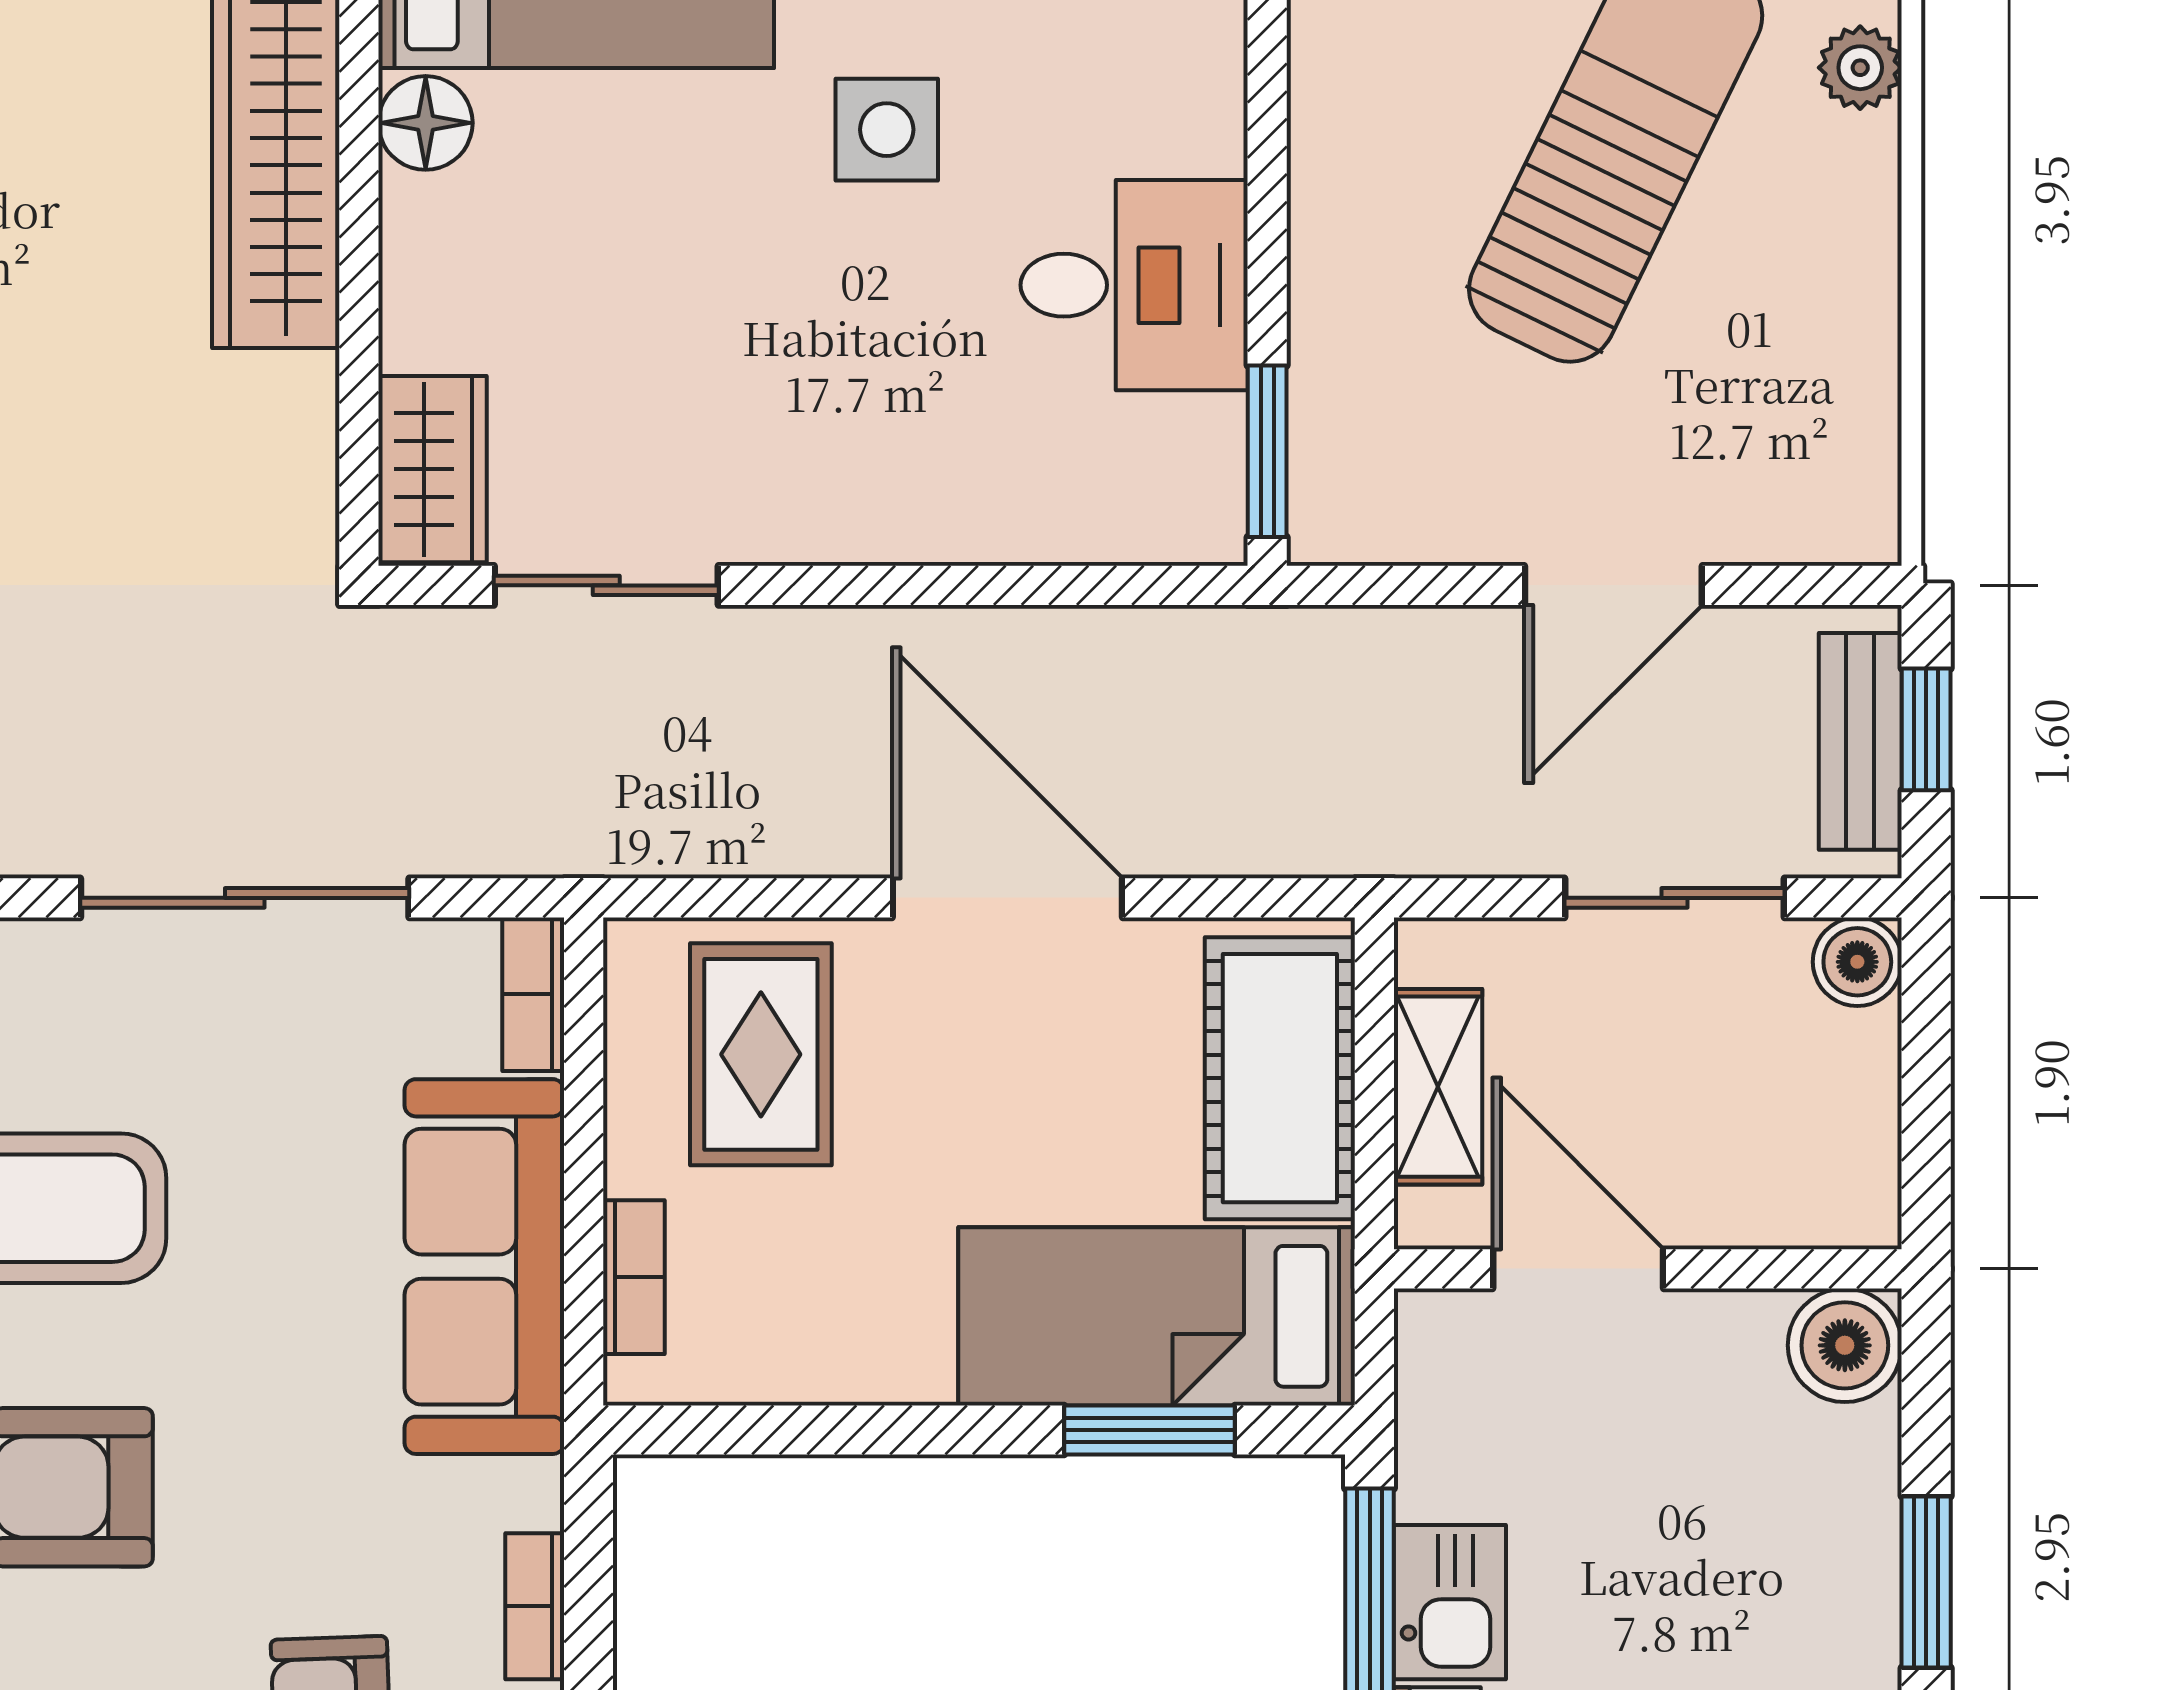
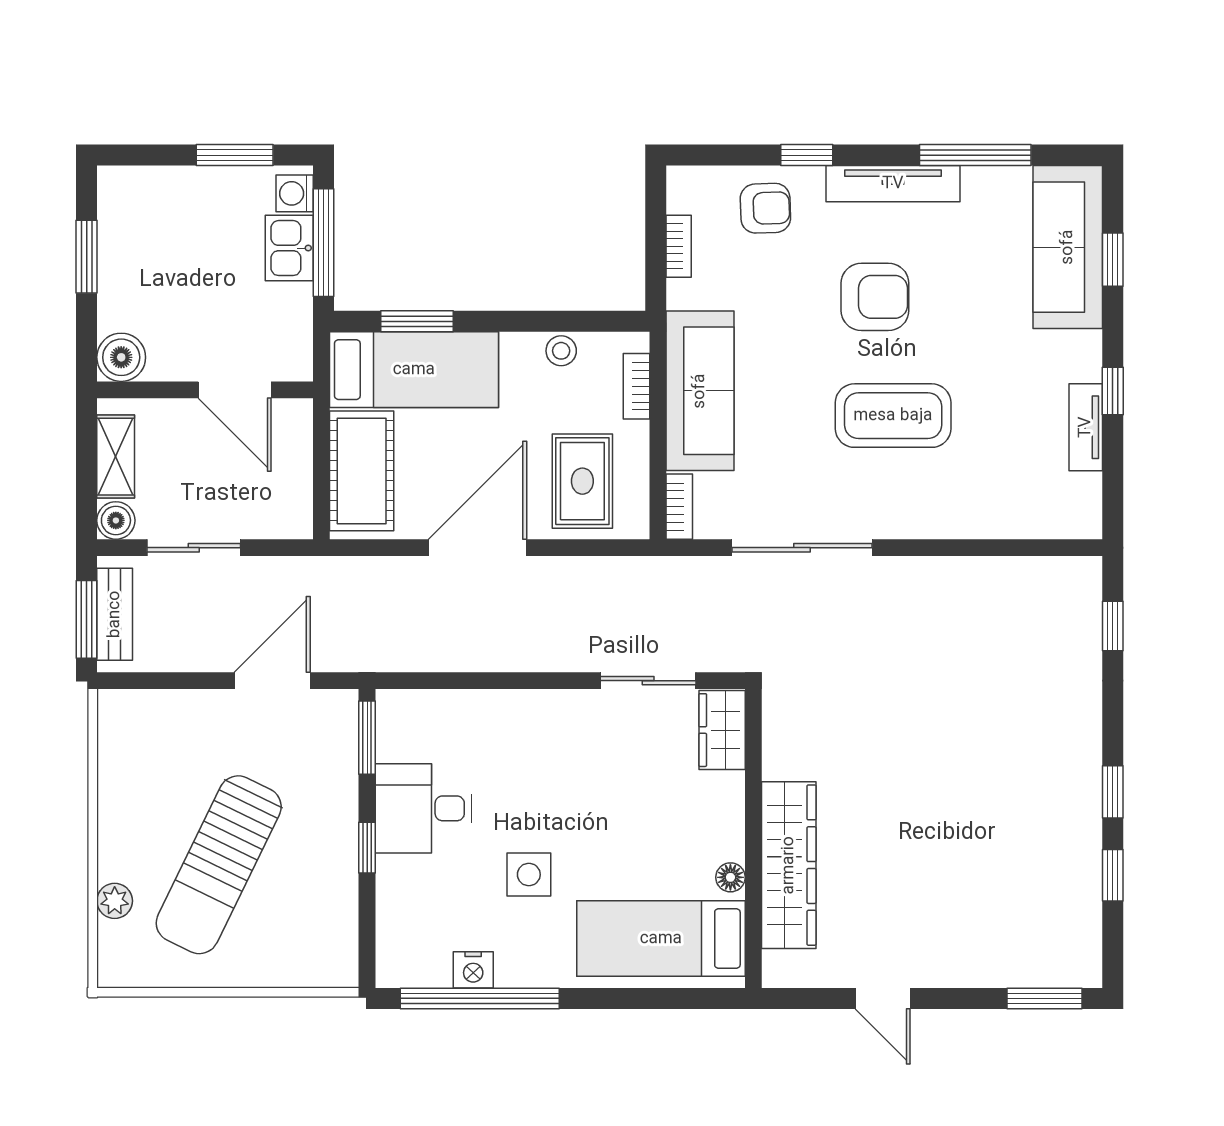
floor lamp: (426, 123) -> (730, 877), width x0.73, depth x0.73
window: (1267, 193) -> (367, 848), added
door: (1613, 585) -> (272, 681), moved
window: (1926, 729) -> (87, 619), width x1.50
door: (1007, 898) -> (478, 548), swing flipped
shelving: (1438, 1087) -> (116, 457), moved
stool: (811, 1361) -> (561, 351), added

